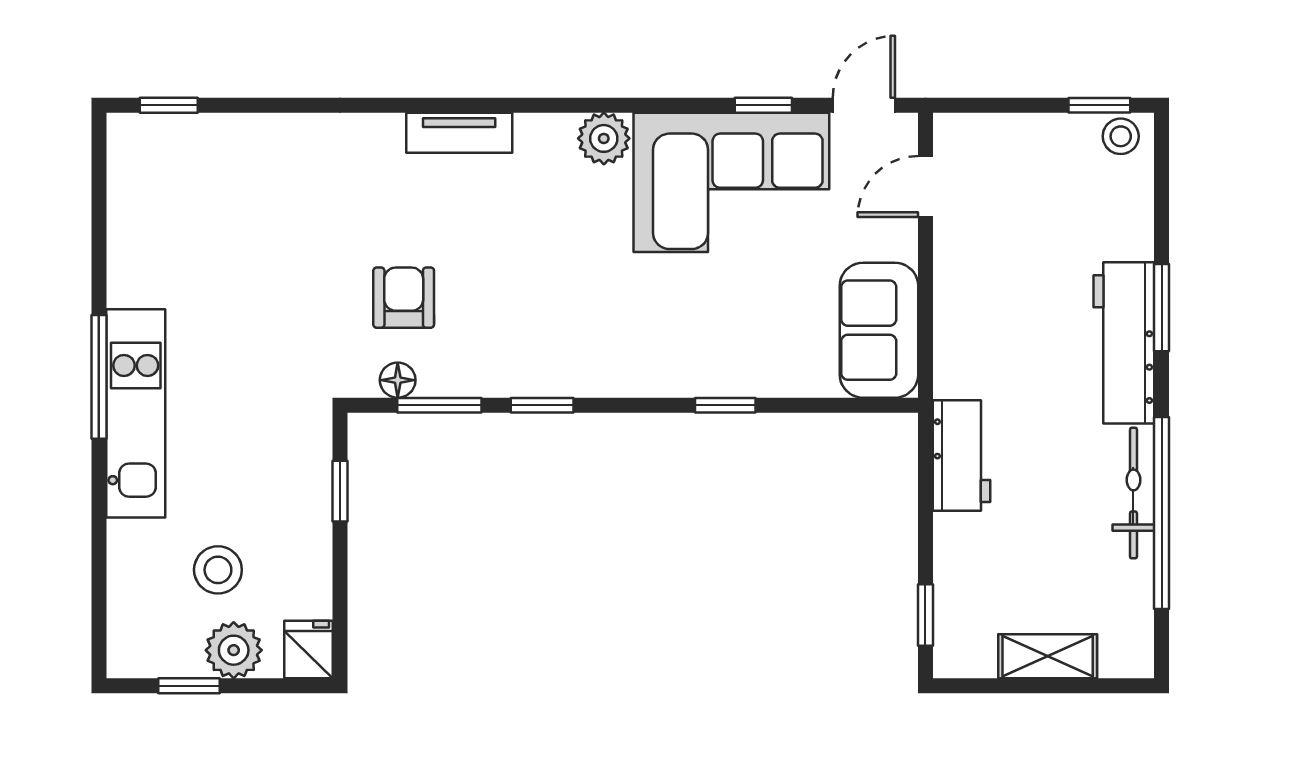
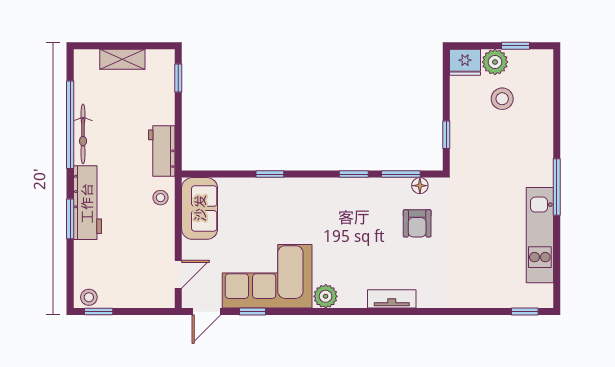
stool: (964, 354) -> (160, 198), added
kitchen unit: (136, 413) -> (540, 235), moved
fridge: (308, 649) -> (465, 62), width x1.38

